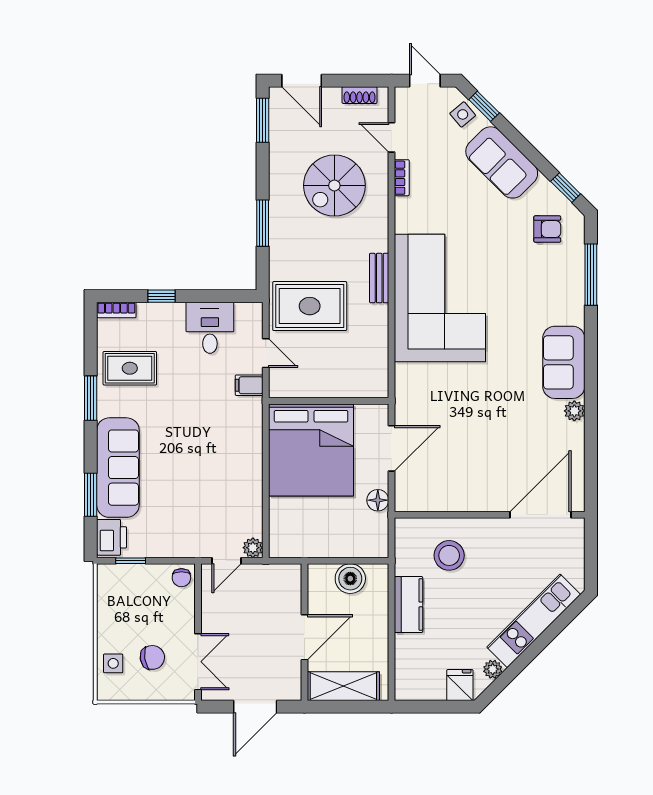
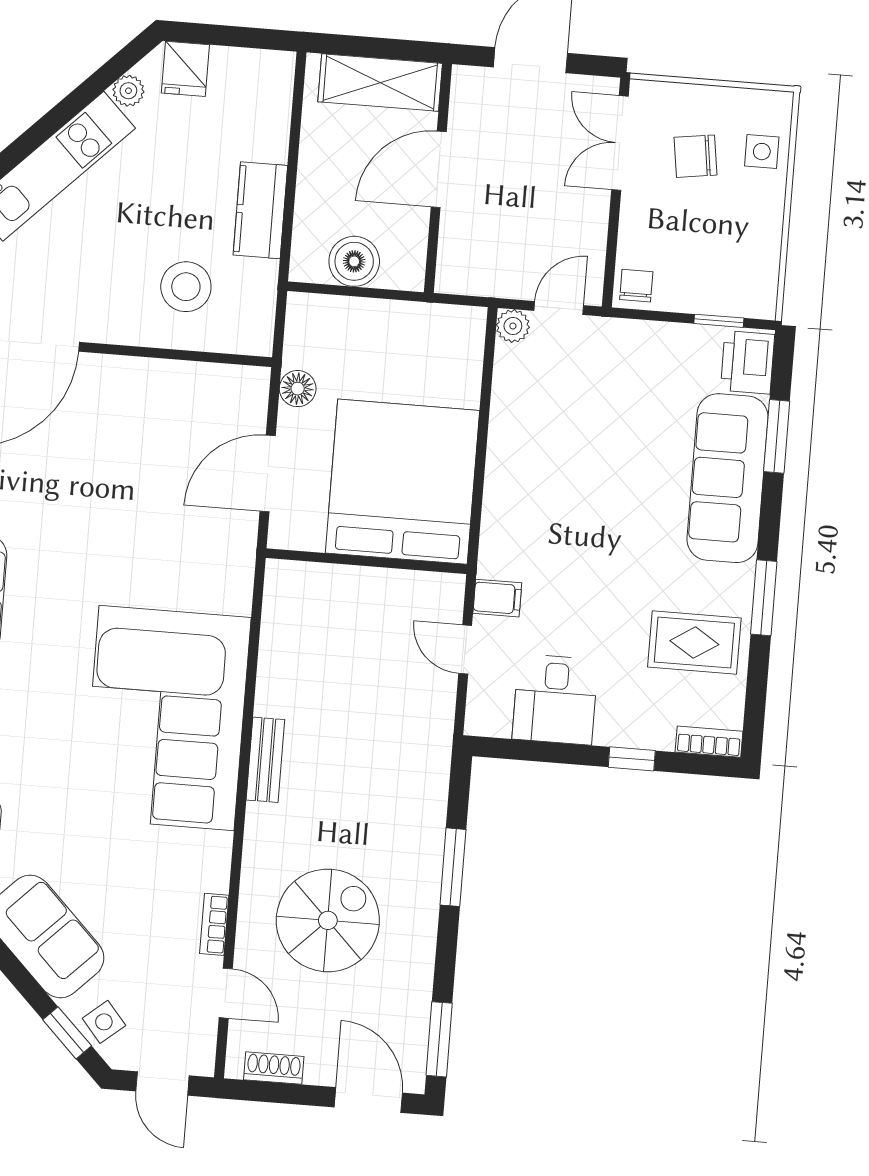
rug: (310, 306) -> (385, 722), removed

